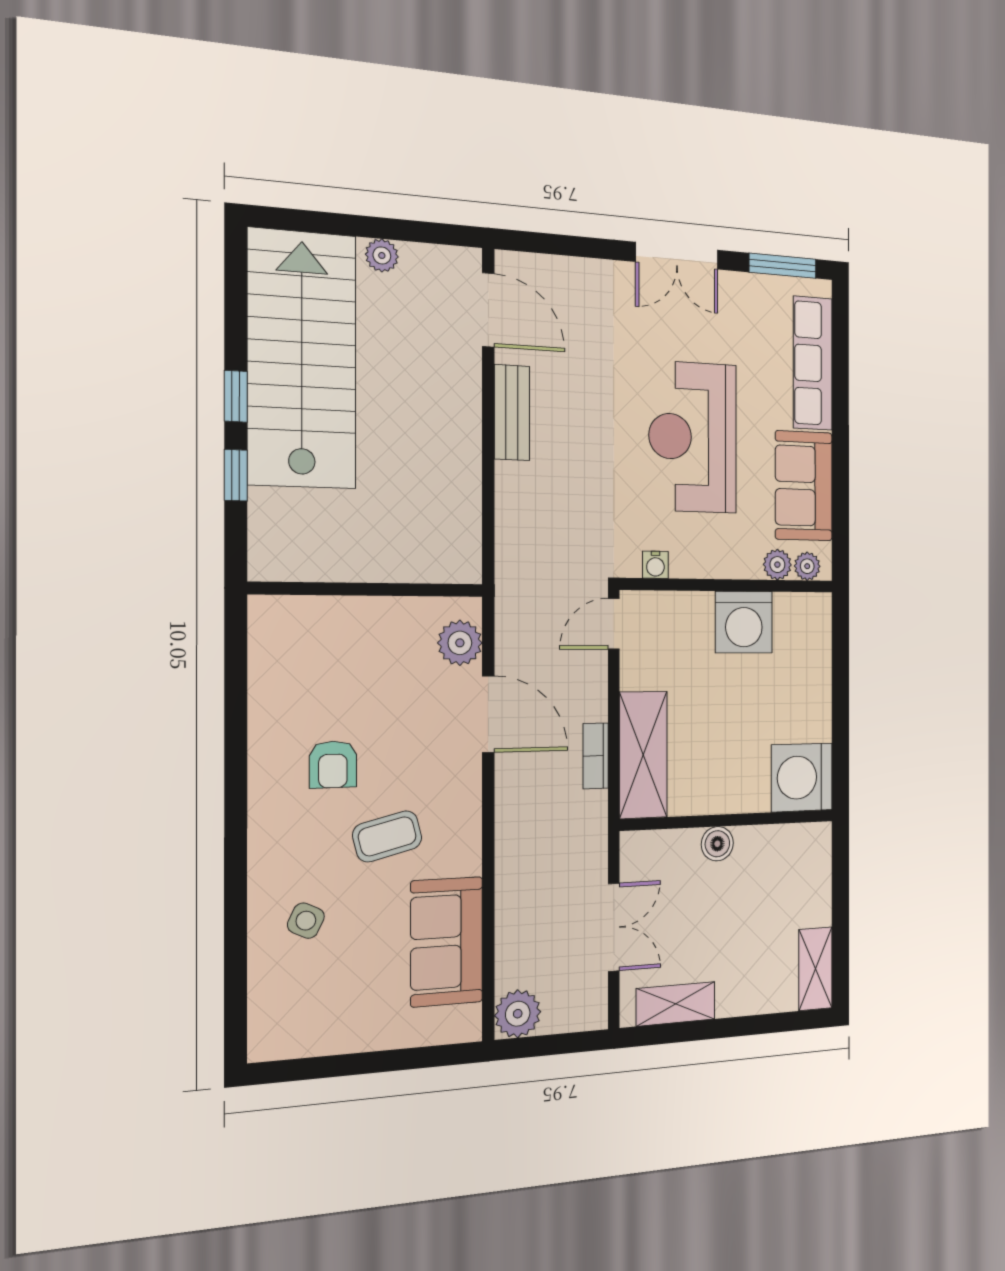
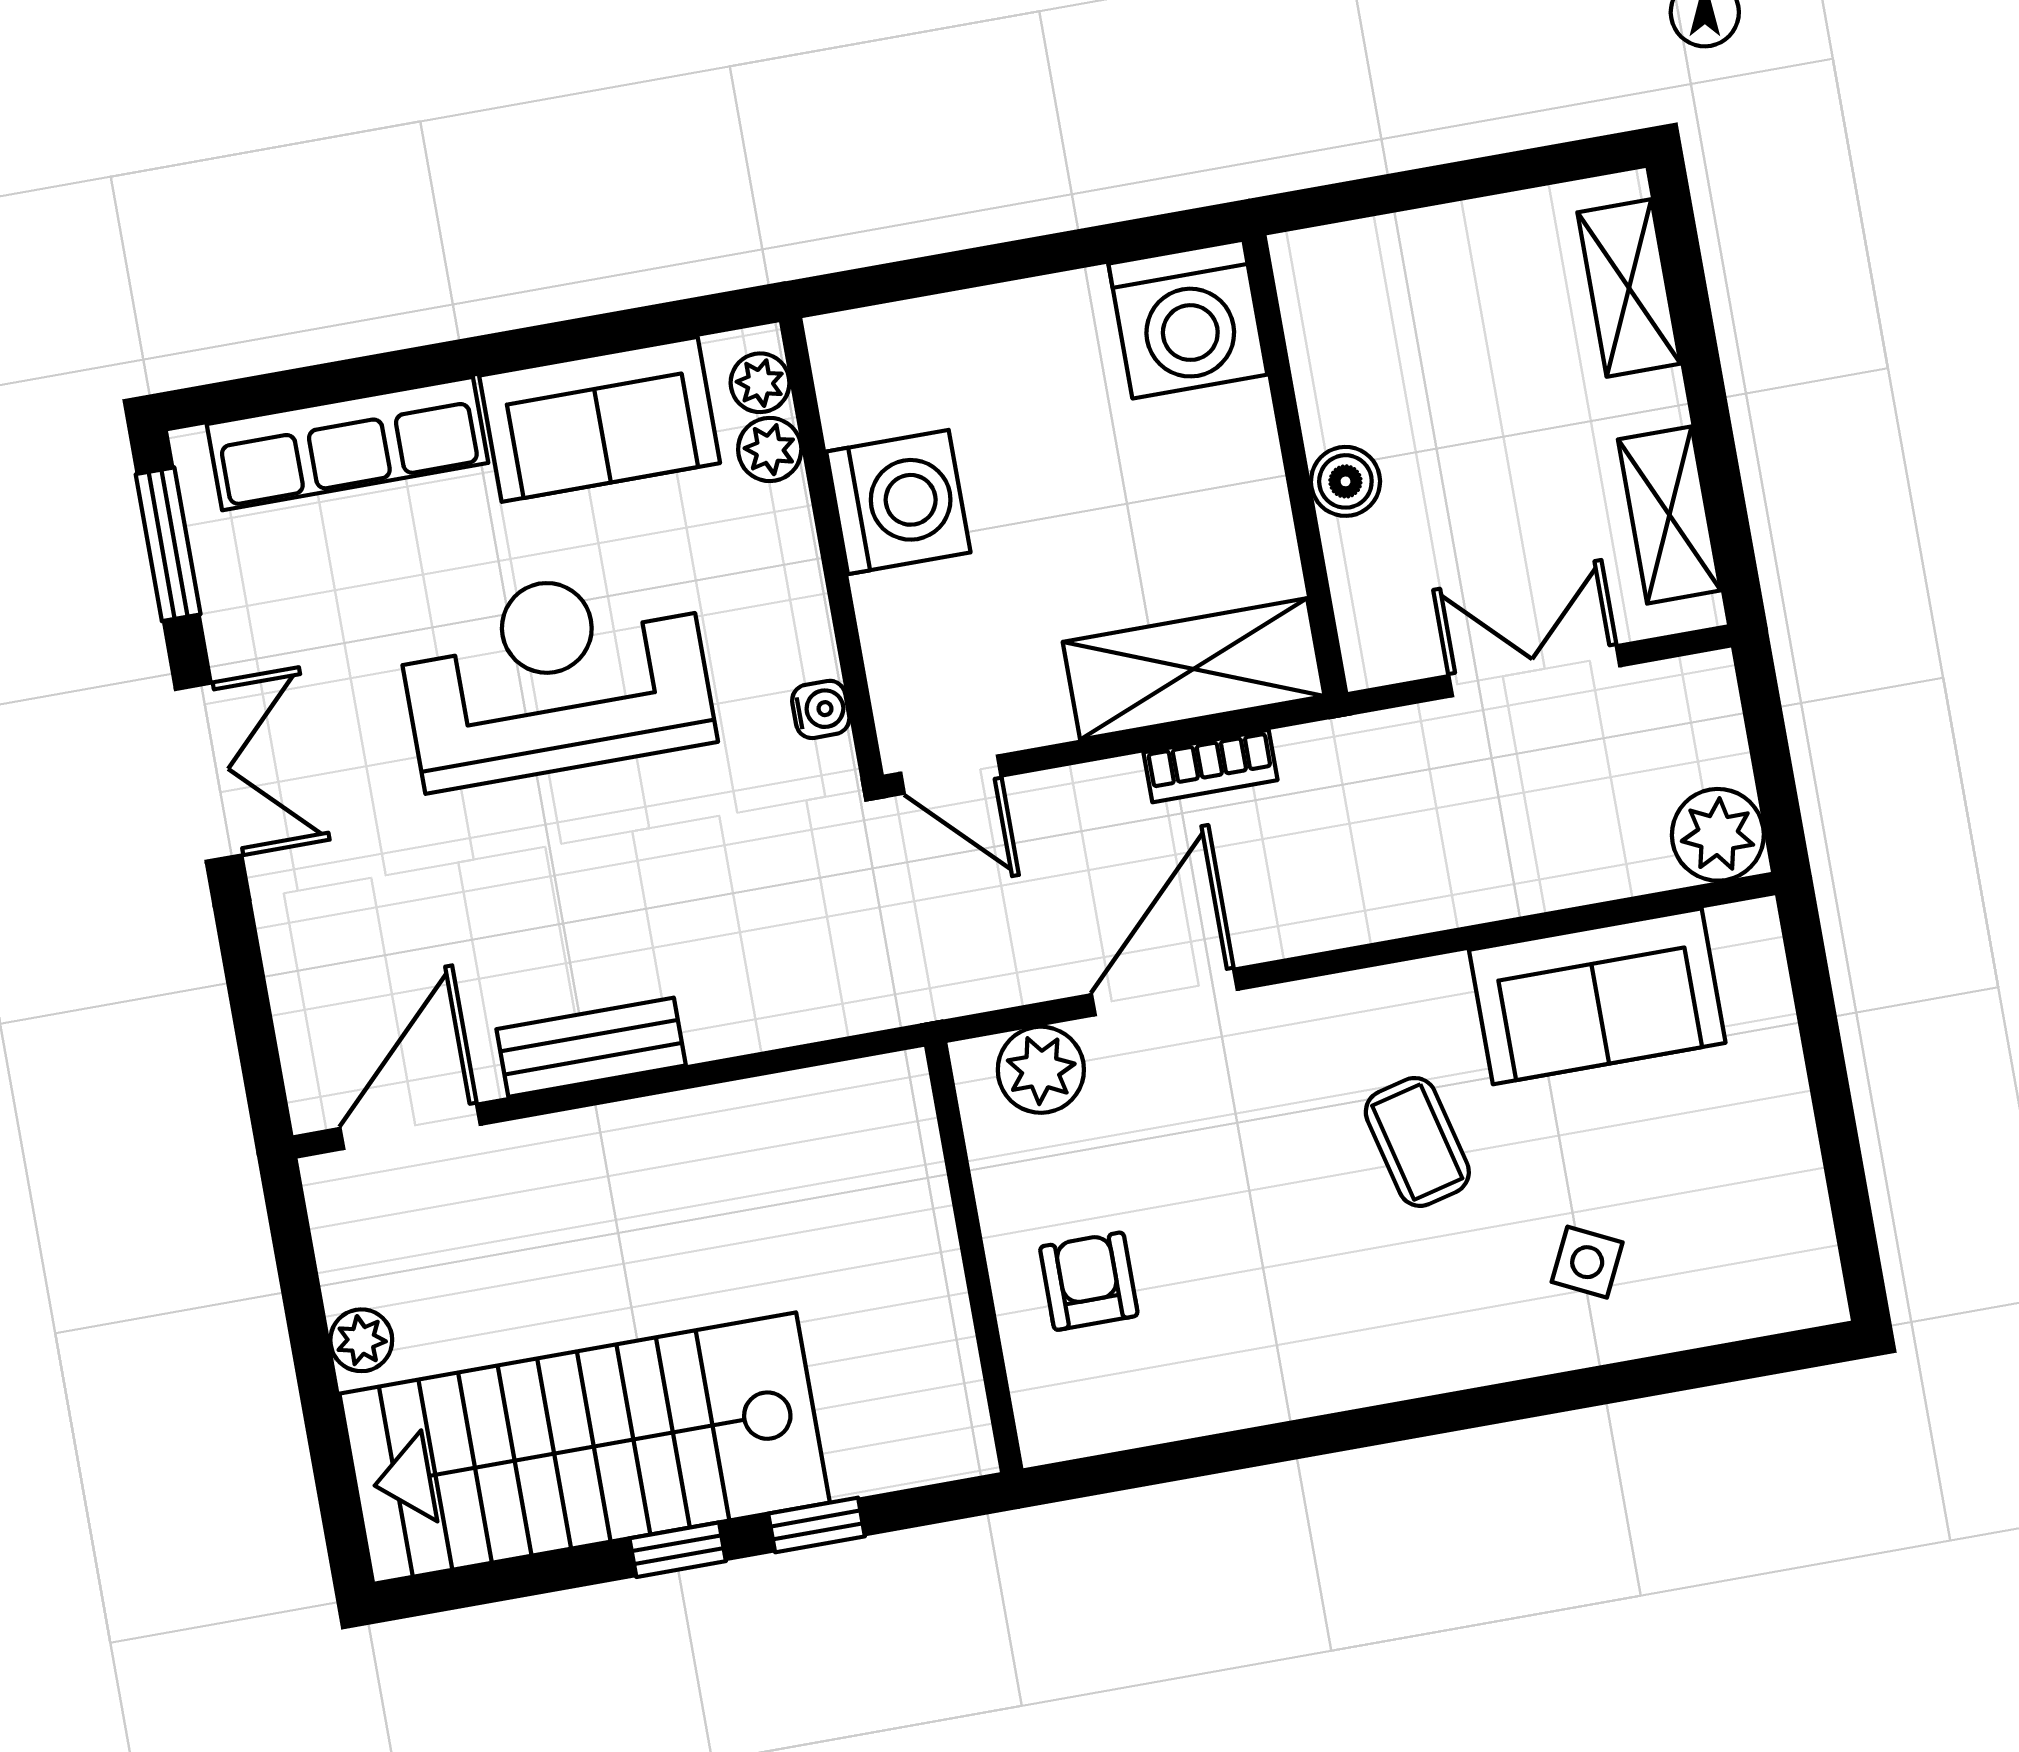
reception desk: (693, 437) -> (555, 676), turned 180
armchair: (333, 764) -> (1089, 1281), moved, turned -90
shelving: (815, 969) -> (1629, 288), moved, turned 90

